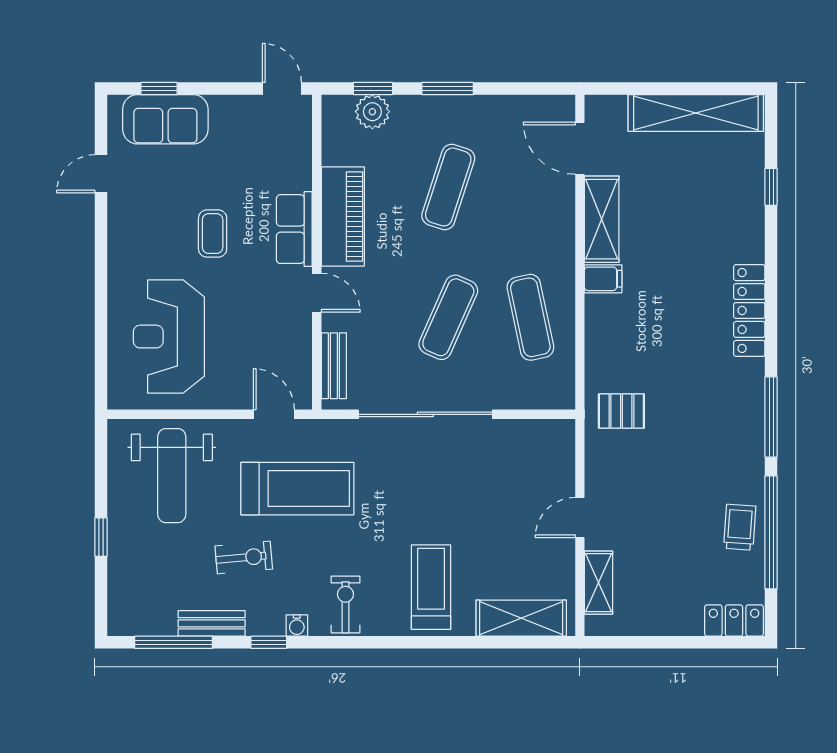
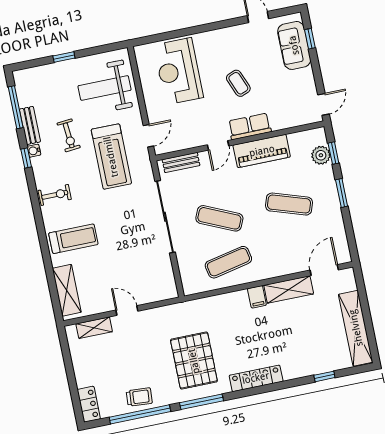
coffee table: (213, 234) -> (238, 83), turned 68
reception desk: (169, 337) -> (179, 71), turned -90
pallet: (621, 411) -> (194, 361), moved, width x2.05, depth x2.00
water cooler: (297, 625) -> (34, 151), moved

